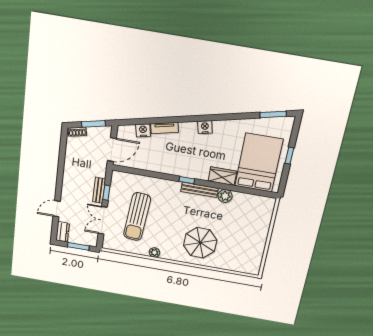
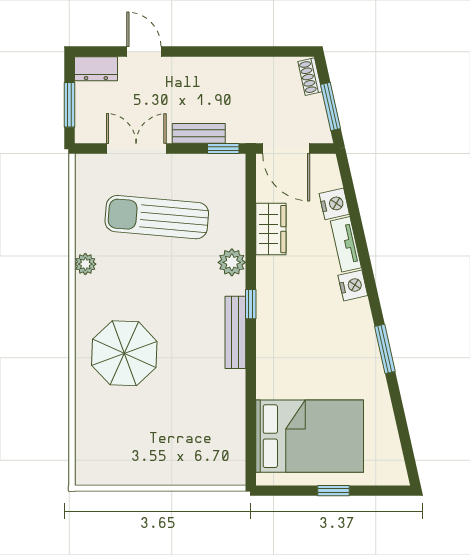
window: (273, 114) -> (385, 349), moved
nightstand: (205, 127) -> (353, 285), moved
wardrobe: (222, 176) -> (271, 229), moved
window: (106, 193) -> (223, 149), moved
plant: (225, 196) -> (232, 262), moved

